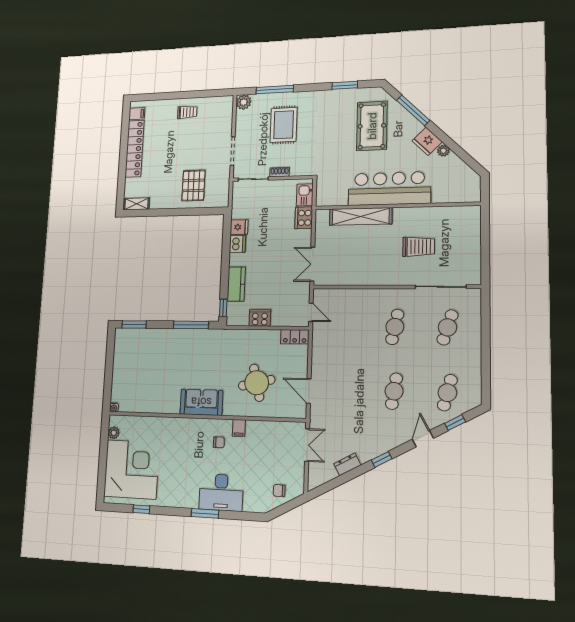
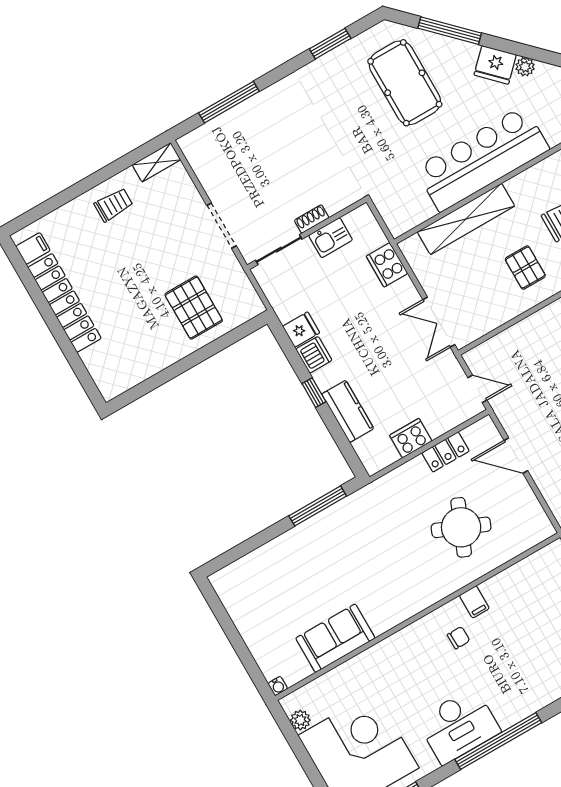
plant: (244, 102) -> (193, 145), removed
rug: (284, 125) -> (275, 147), removed
kitchen sink: (305, 195) -> (331, 238), moved, turned -90
shelving: (136, 204) -> (156, 162), moved
pallet: (377, 261) -> (525, 267), added
window: (223, 308) -> (314, 393), moved
window: (134, 324) -> (232, 555), removed
locker: (295, 337) -> (445, 452), moved
round table: (257, 383) -> (461, 527), turned 36
door: (309, 391) -> (516, 456), moved
sofa: (201, 402) -> (335, 638), moved
desk: (221, 492) -> (459, 726), moved
window: (205, 513) -> (498, 741), width x2.11

